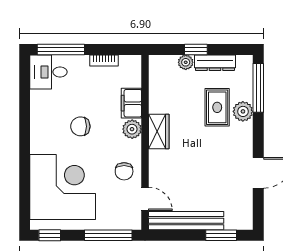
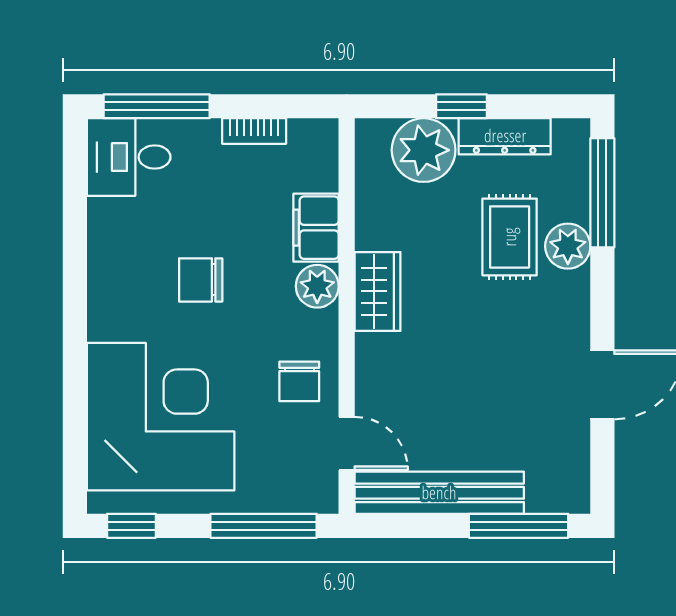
plant: (186, 62) -> (424, 150), width x1.87, depth x1.87
window: (221, 235) -> (519, 526), width x1.44

